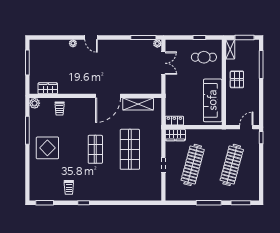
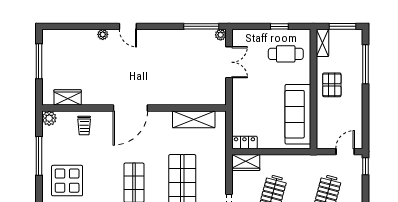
door: (108, 96) -> (130, 108), moved

